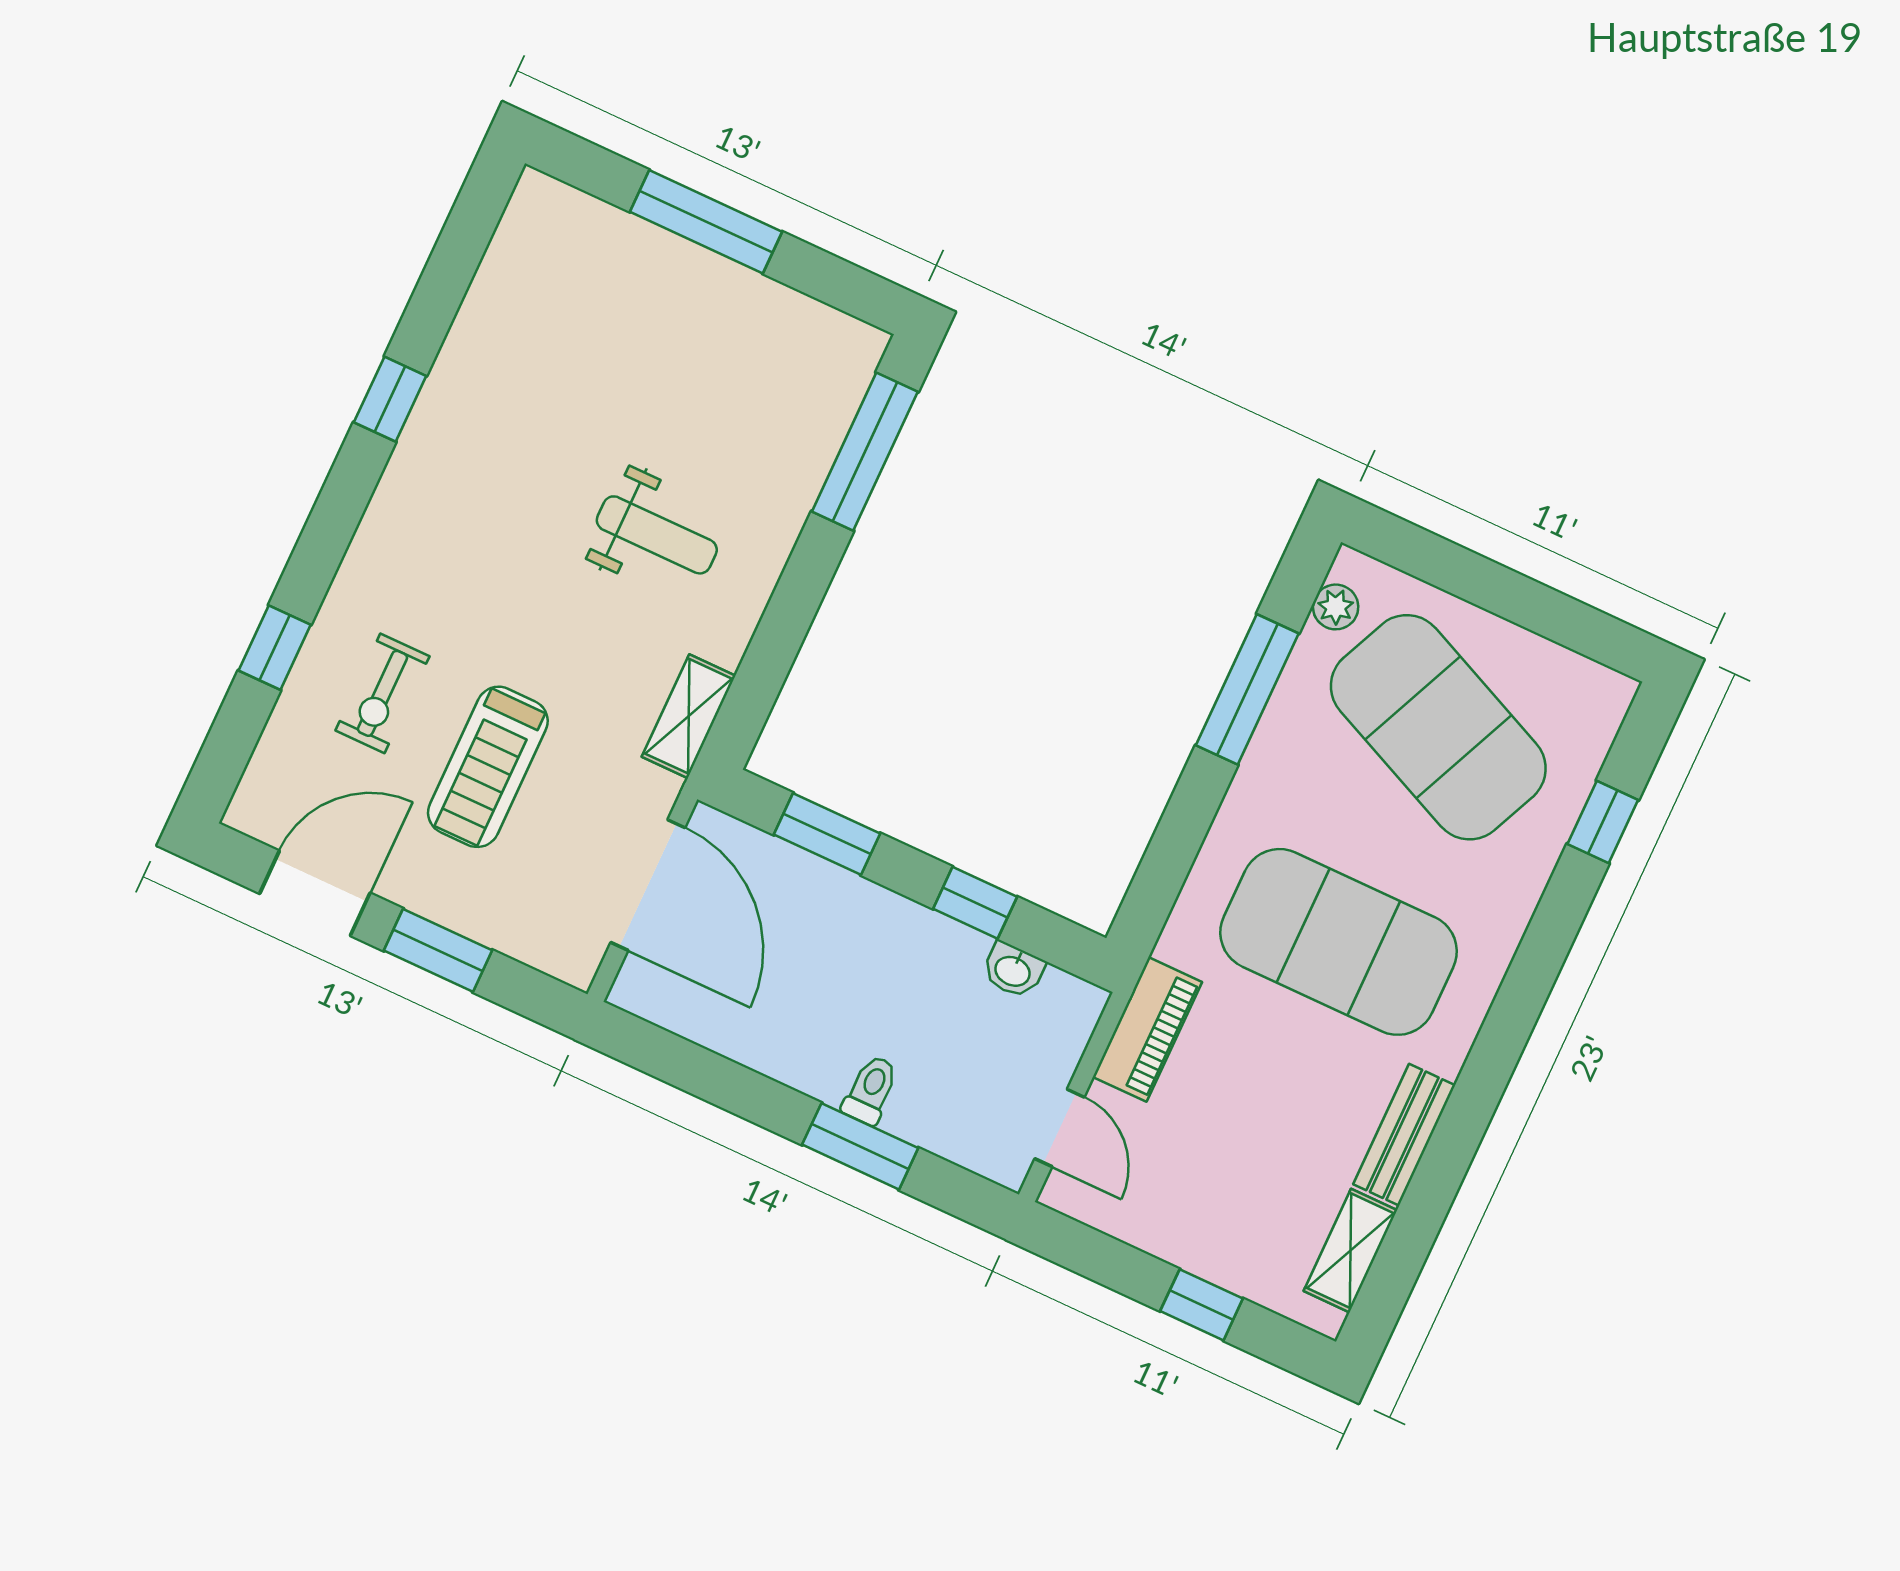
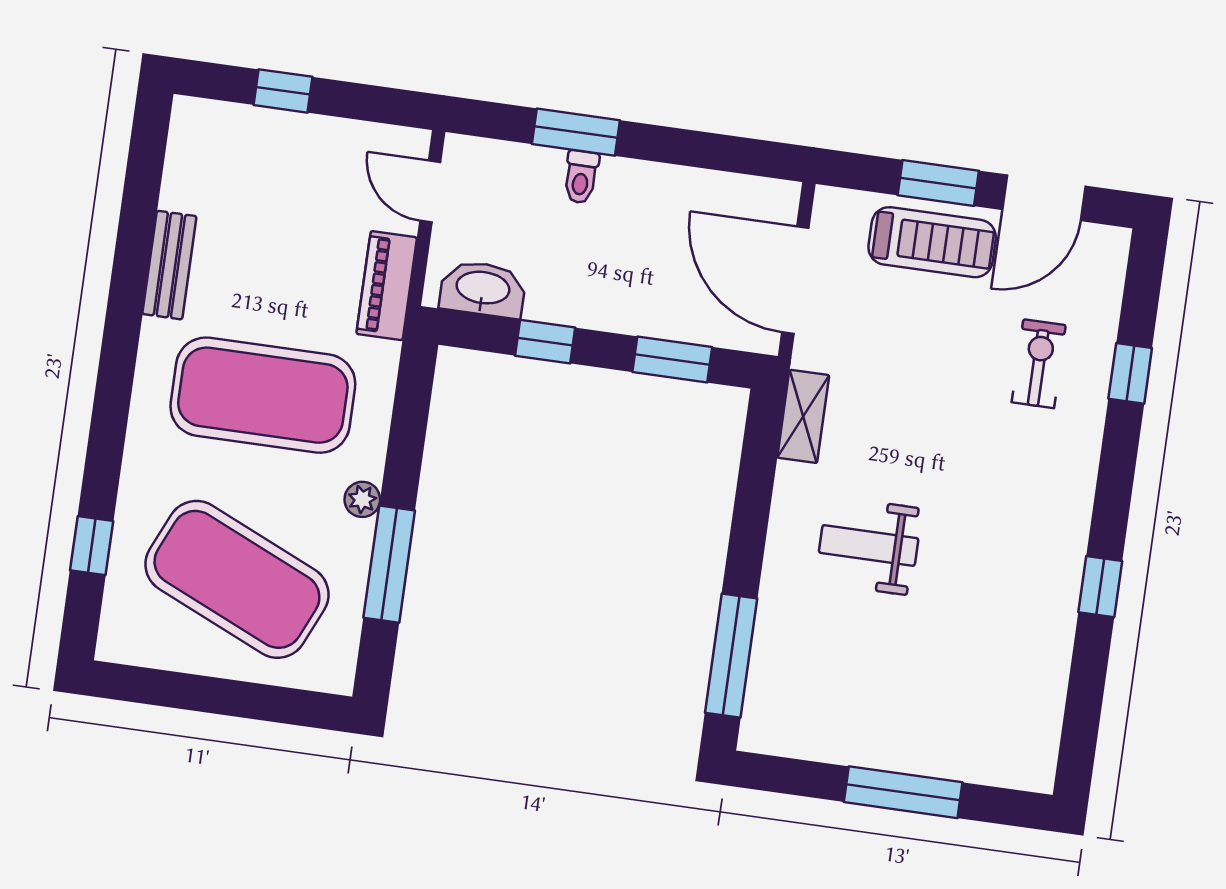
plant: (1336, 607) -> (362, 499), moved
treadmill: (488, 767) -> (932, 242), moved, turned 90
washbasin: (1013, 970) -> (483, 289), width x1.91, depth x1.45
shelving: (1350, 1251) -> (183, 166), removed

